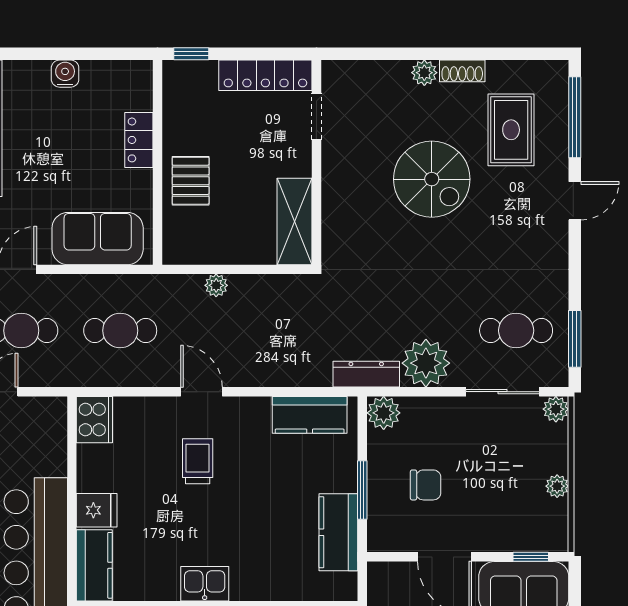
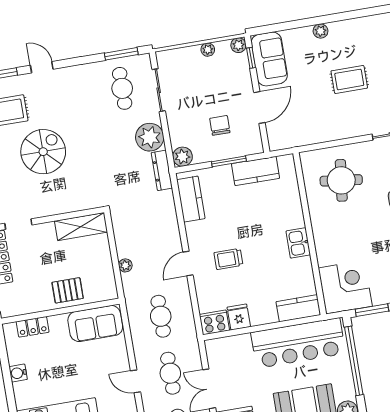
locker: (139, 140) -> (33, 327), moved
sofa: (98, 239) -> (95, 324), moved, turned -90
plant: (556, 409) -> (238, 45), moved
fridge: (97, 510) -> (239, 317), moved

